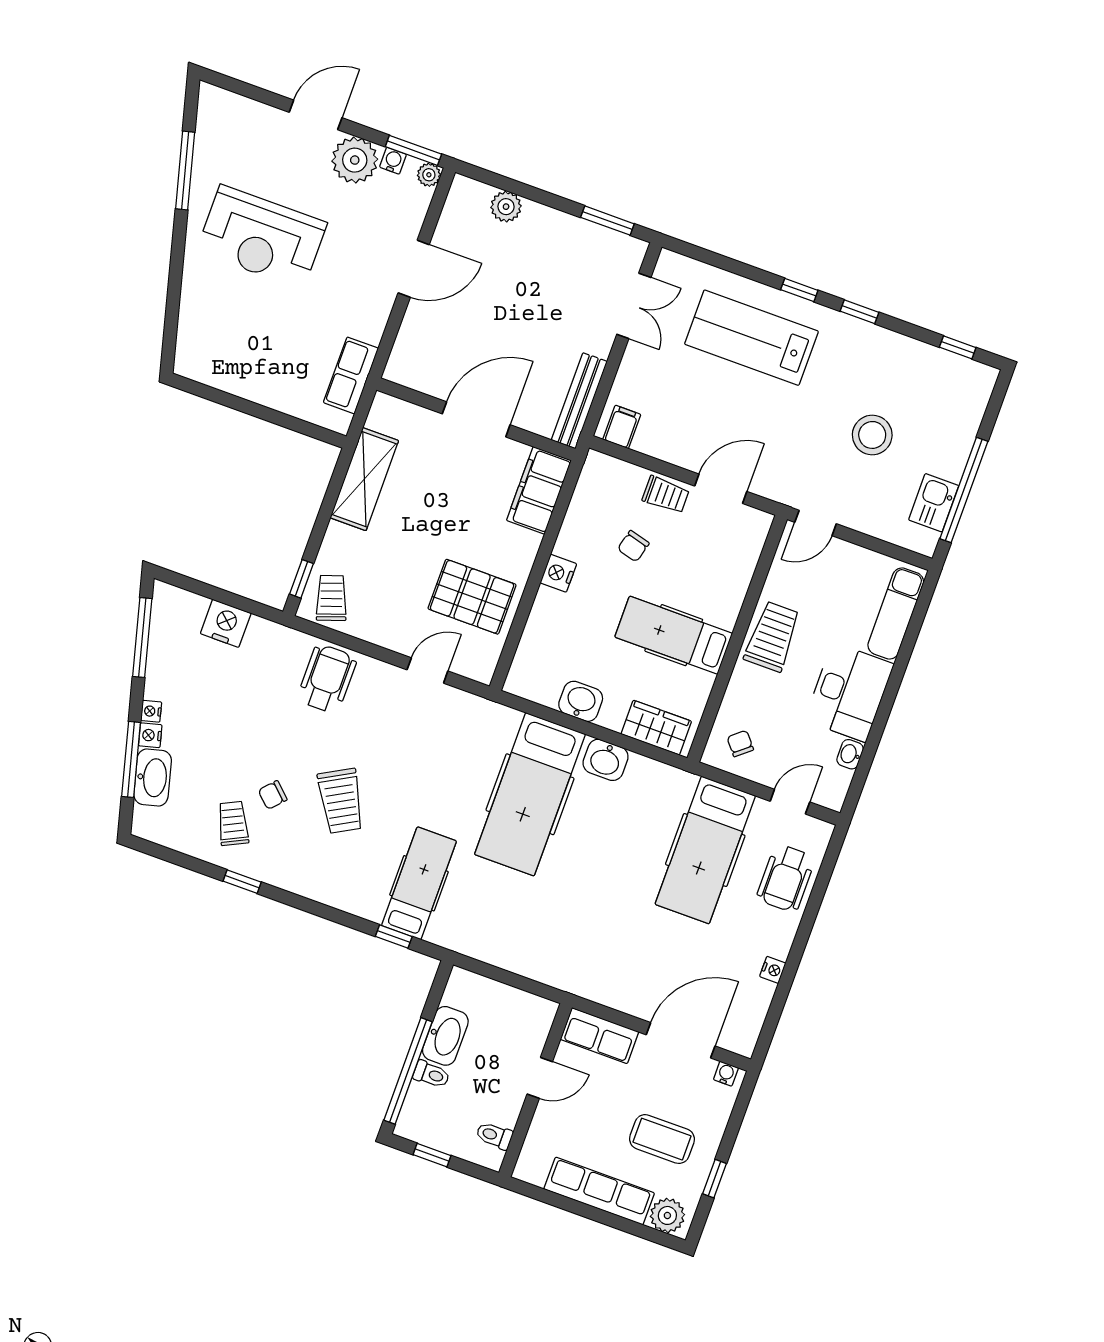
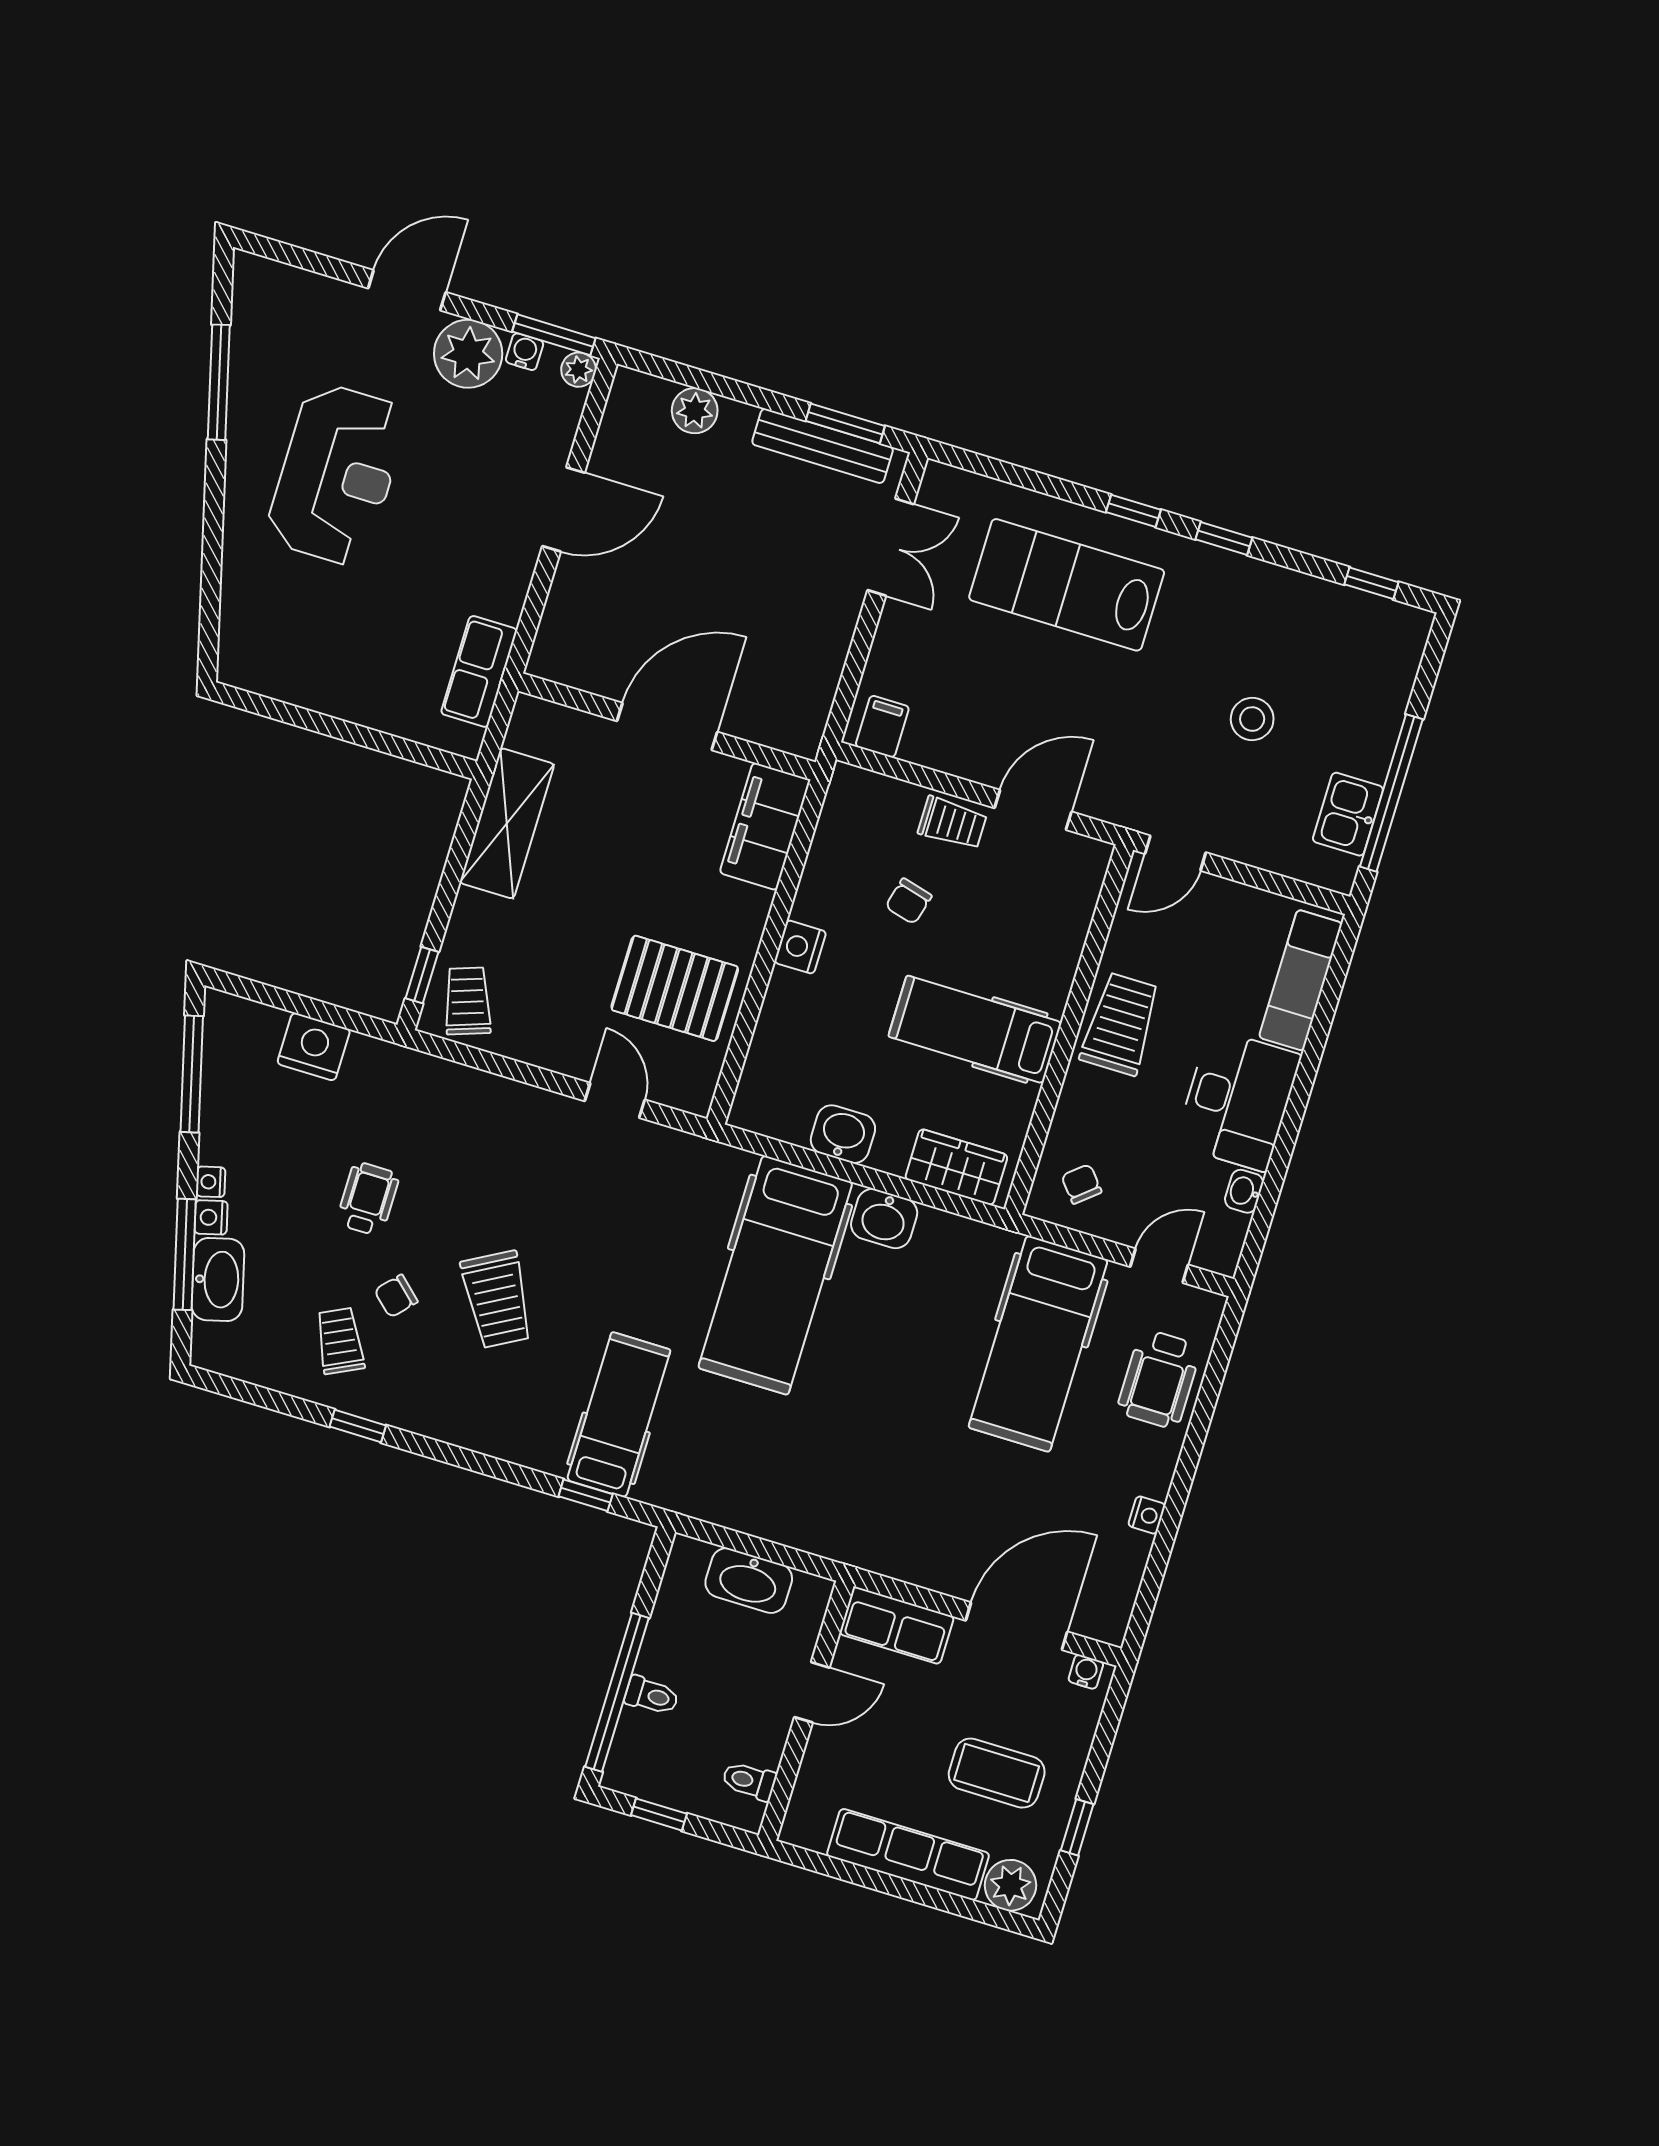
reception desk: (262, 237) -> (337, 474), turned -90
bench: (579, 401) -> (823, 446), moved, turned 90
stool: (872, 435) -> (1252, 719), width x0.73, depth x0.73
door: (427, 670) -> (615, 1100), hinge flipped
wheelchair: (327, 679) -> (368, 1199), moved, width x0.73, depth x0.73
washbasin: (445, 1036) -> (749, 1581), moved, turned 90

